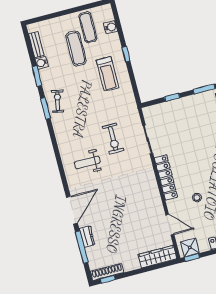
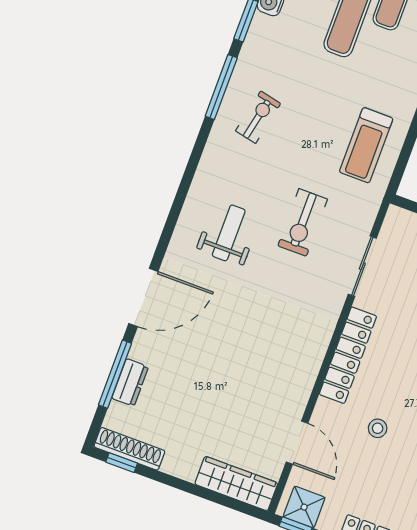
treadmill: (107, 74) -> (366, 145), moved
exercise bike: (58, 101) -> (258, 117), moved
window: (45, 108) -> (221, 87), width x1.44
weight bench: (87, 162) -> (229, 233), turned 90
dresser: (87, 237) -> (130, 382), moved

